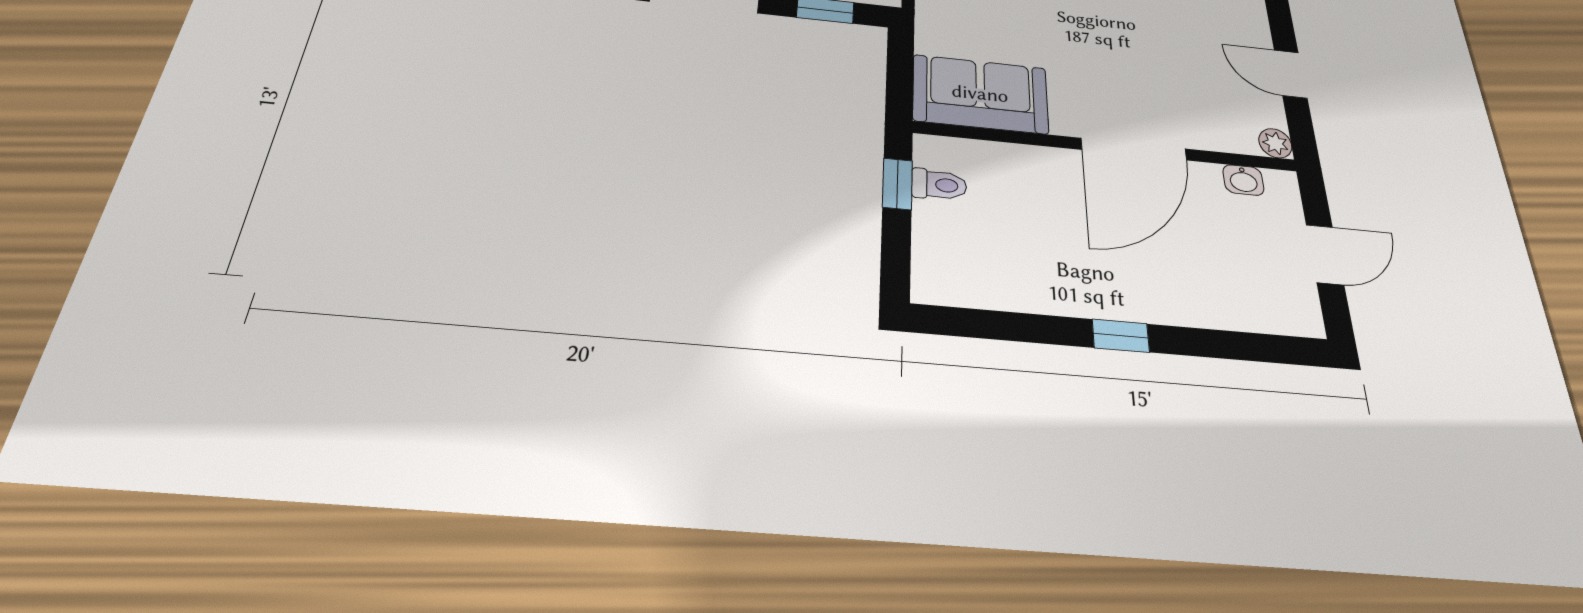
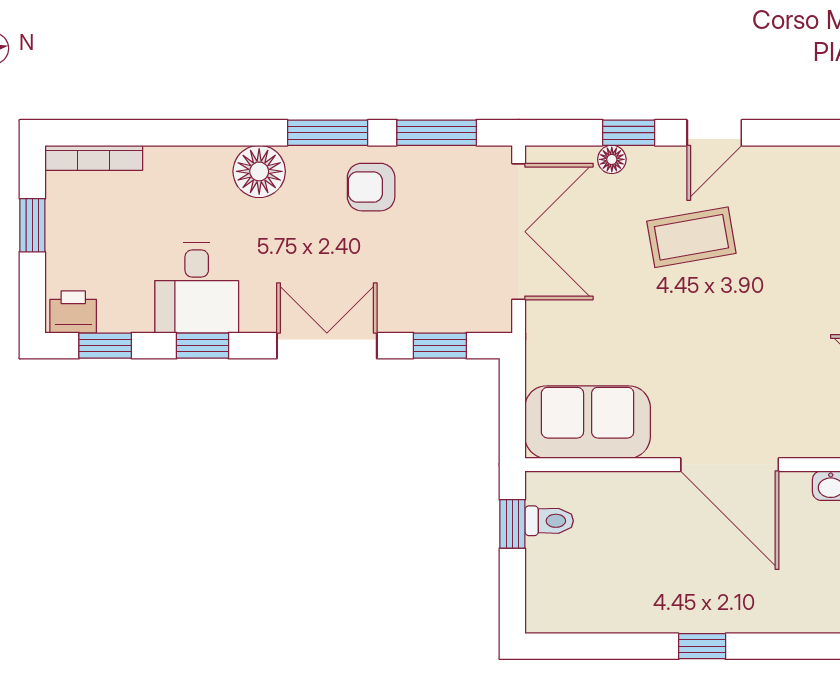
door: (1134, 149) -> (730, 465), hinge flipped

